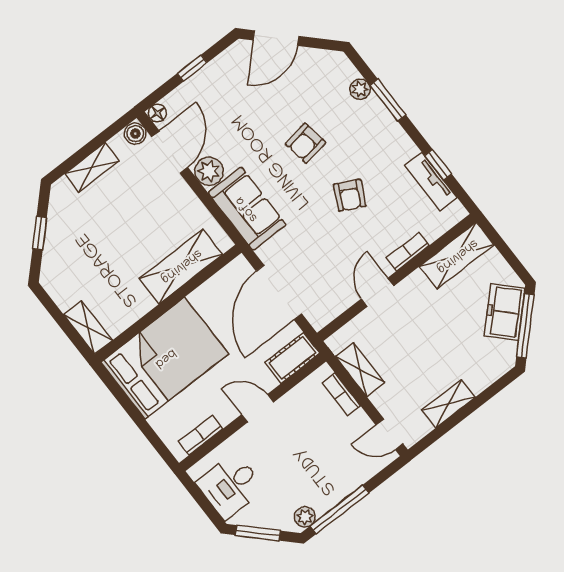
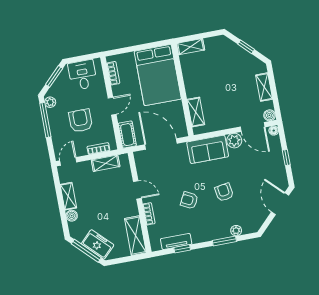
shelving: (181, 266) -> (196, 112), width x0.67, depth x0.75
boiler: (479, 381) -> (72, 216), added
armchair: (310, 449) -> (81, 121), added

